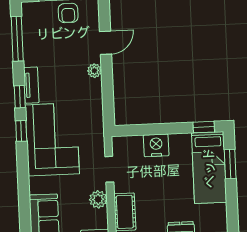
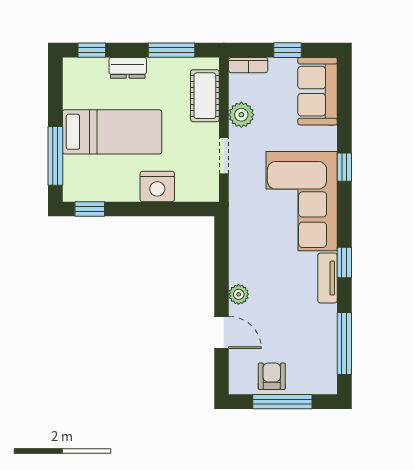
door: (106, 43) -> (222, 332), swing flipped
window: (21, 131) -> (344, 167), moved
window: (230, 164) -> (55, 156), width x1.44
bed: (209, 168) -> (112, 132), moved, turned 90

